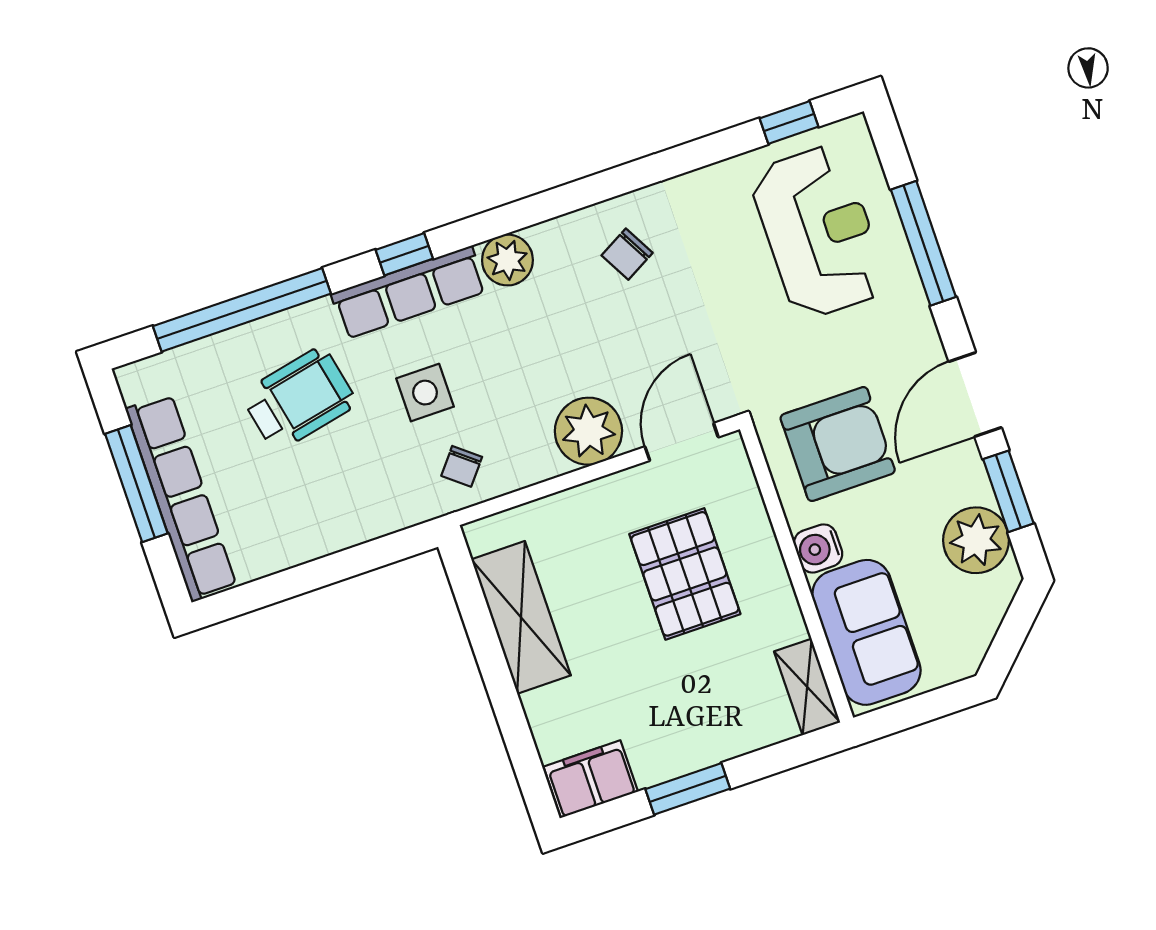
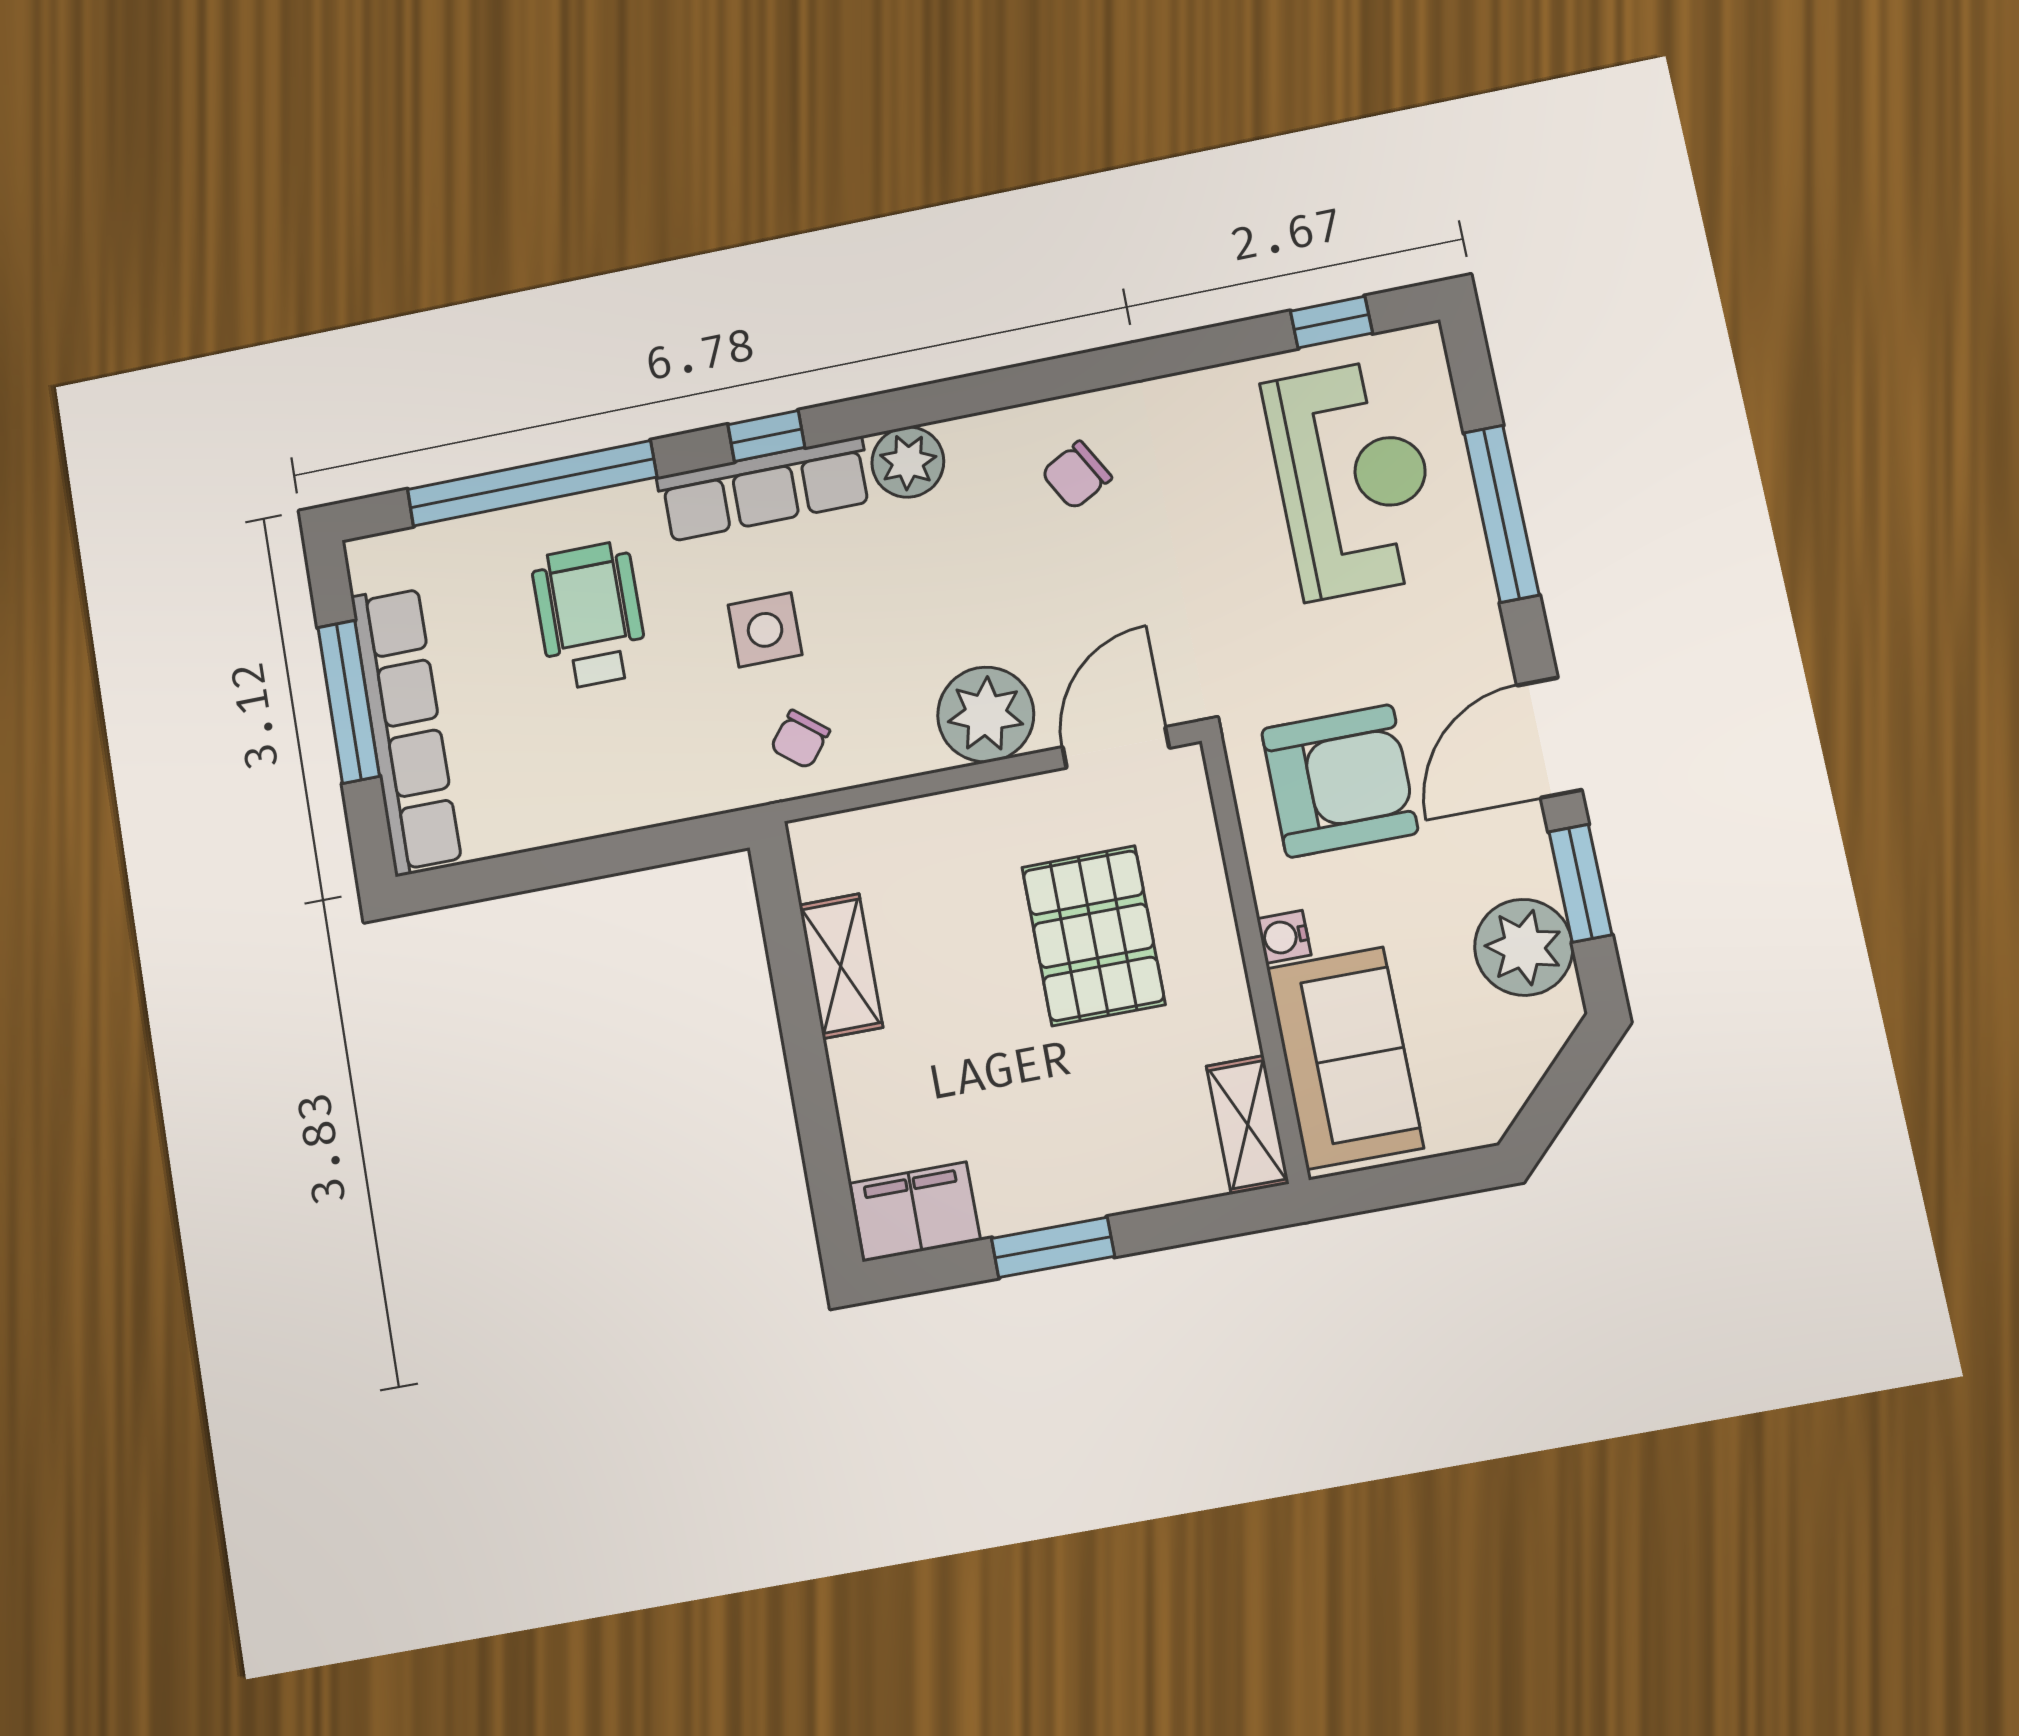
wheelchair: (299, 399) -> (590, 615), turned -78
water cooler: (818, 548) -> (1284, 937), width x0.72, depth x0.72
shelving: (521, 617) -> (841, 966), width x0.67, depth x0.75

